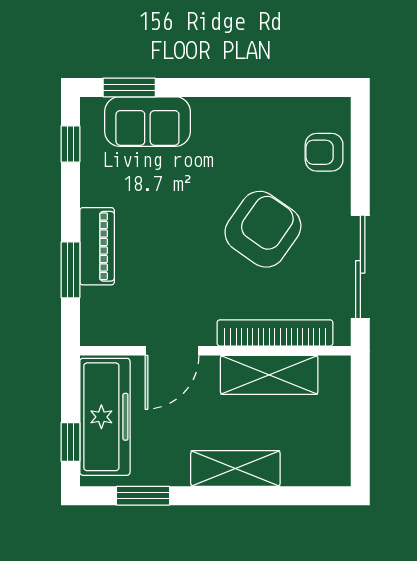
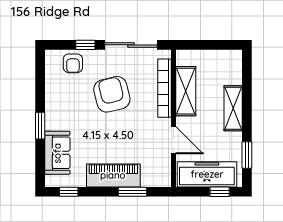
window: (129, 87) -> (40, 126), moved
window: (360, 177) -> (85, 45), added
armchair: (263, 229) -> (112, 94), turned 41
piano: (97, 246) -> (113, 175), width x1.37, depth x1.33

